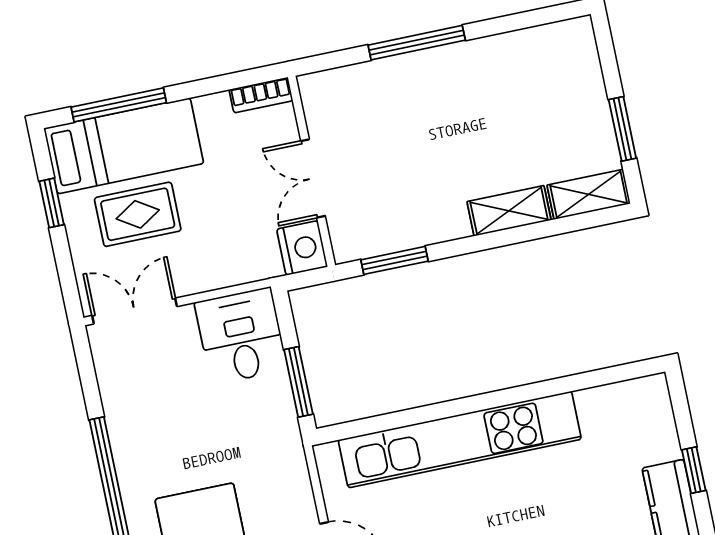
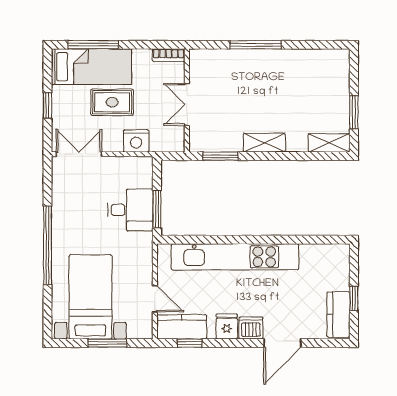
window: (52, 203) -> (48, 106), moved
shelving: (509, 211) -> (264, 143), moved
rug: (138, 214) -> (112, 102), moved
nightstand: (302, 248) -> (136, 141), moved, turned 90
desk: (241, 336) -> (130, 210), moved, turned 90

